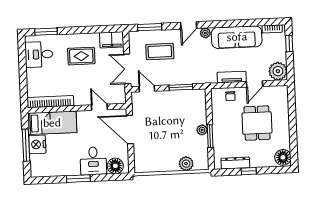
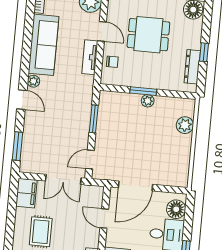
coffee table: (160, 52) -> (48, 138), removed
door: (99, 107) -> (104, 218), hinge flipped
window: (210, 136) -> (143, 91), moved

